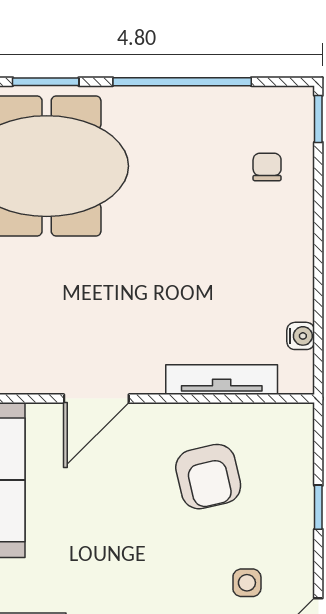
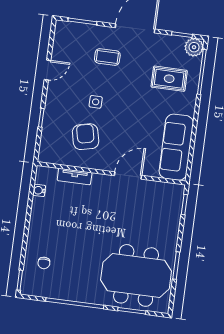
tv unit: (222, 380) -> (75, 176), width x0.71
side table: (247, 583) -> (96, 102), moved

